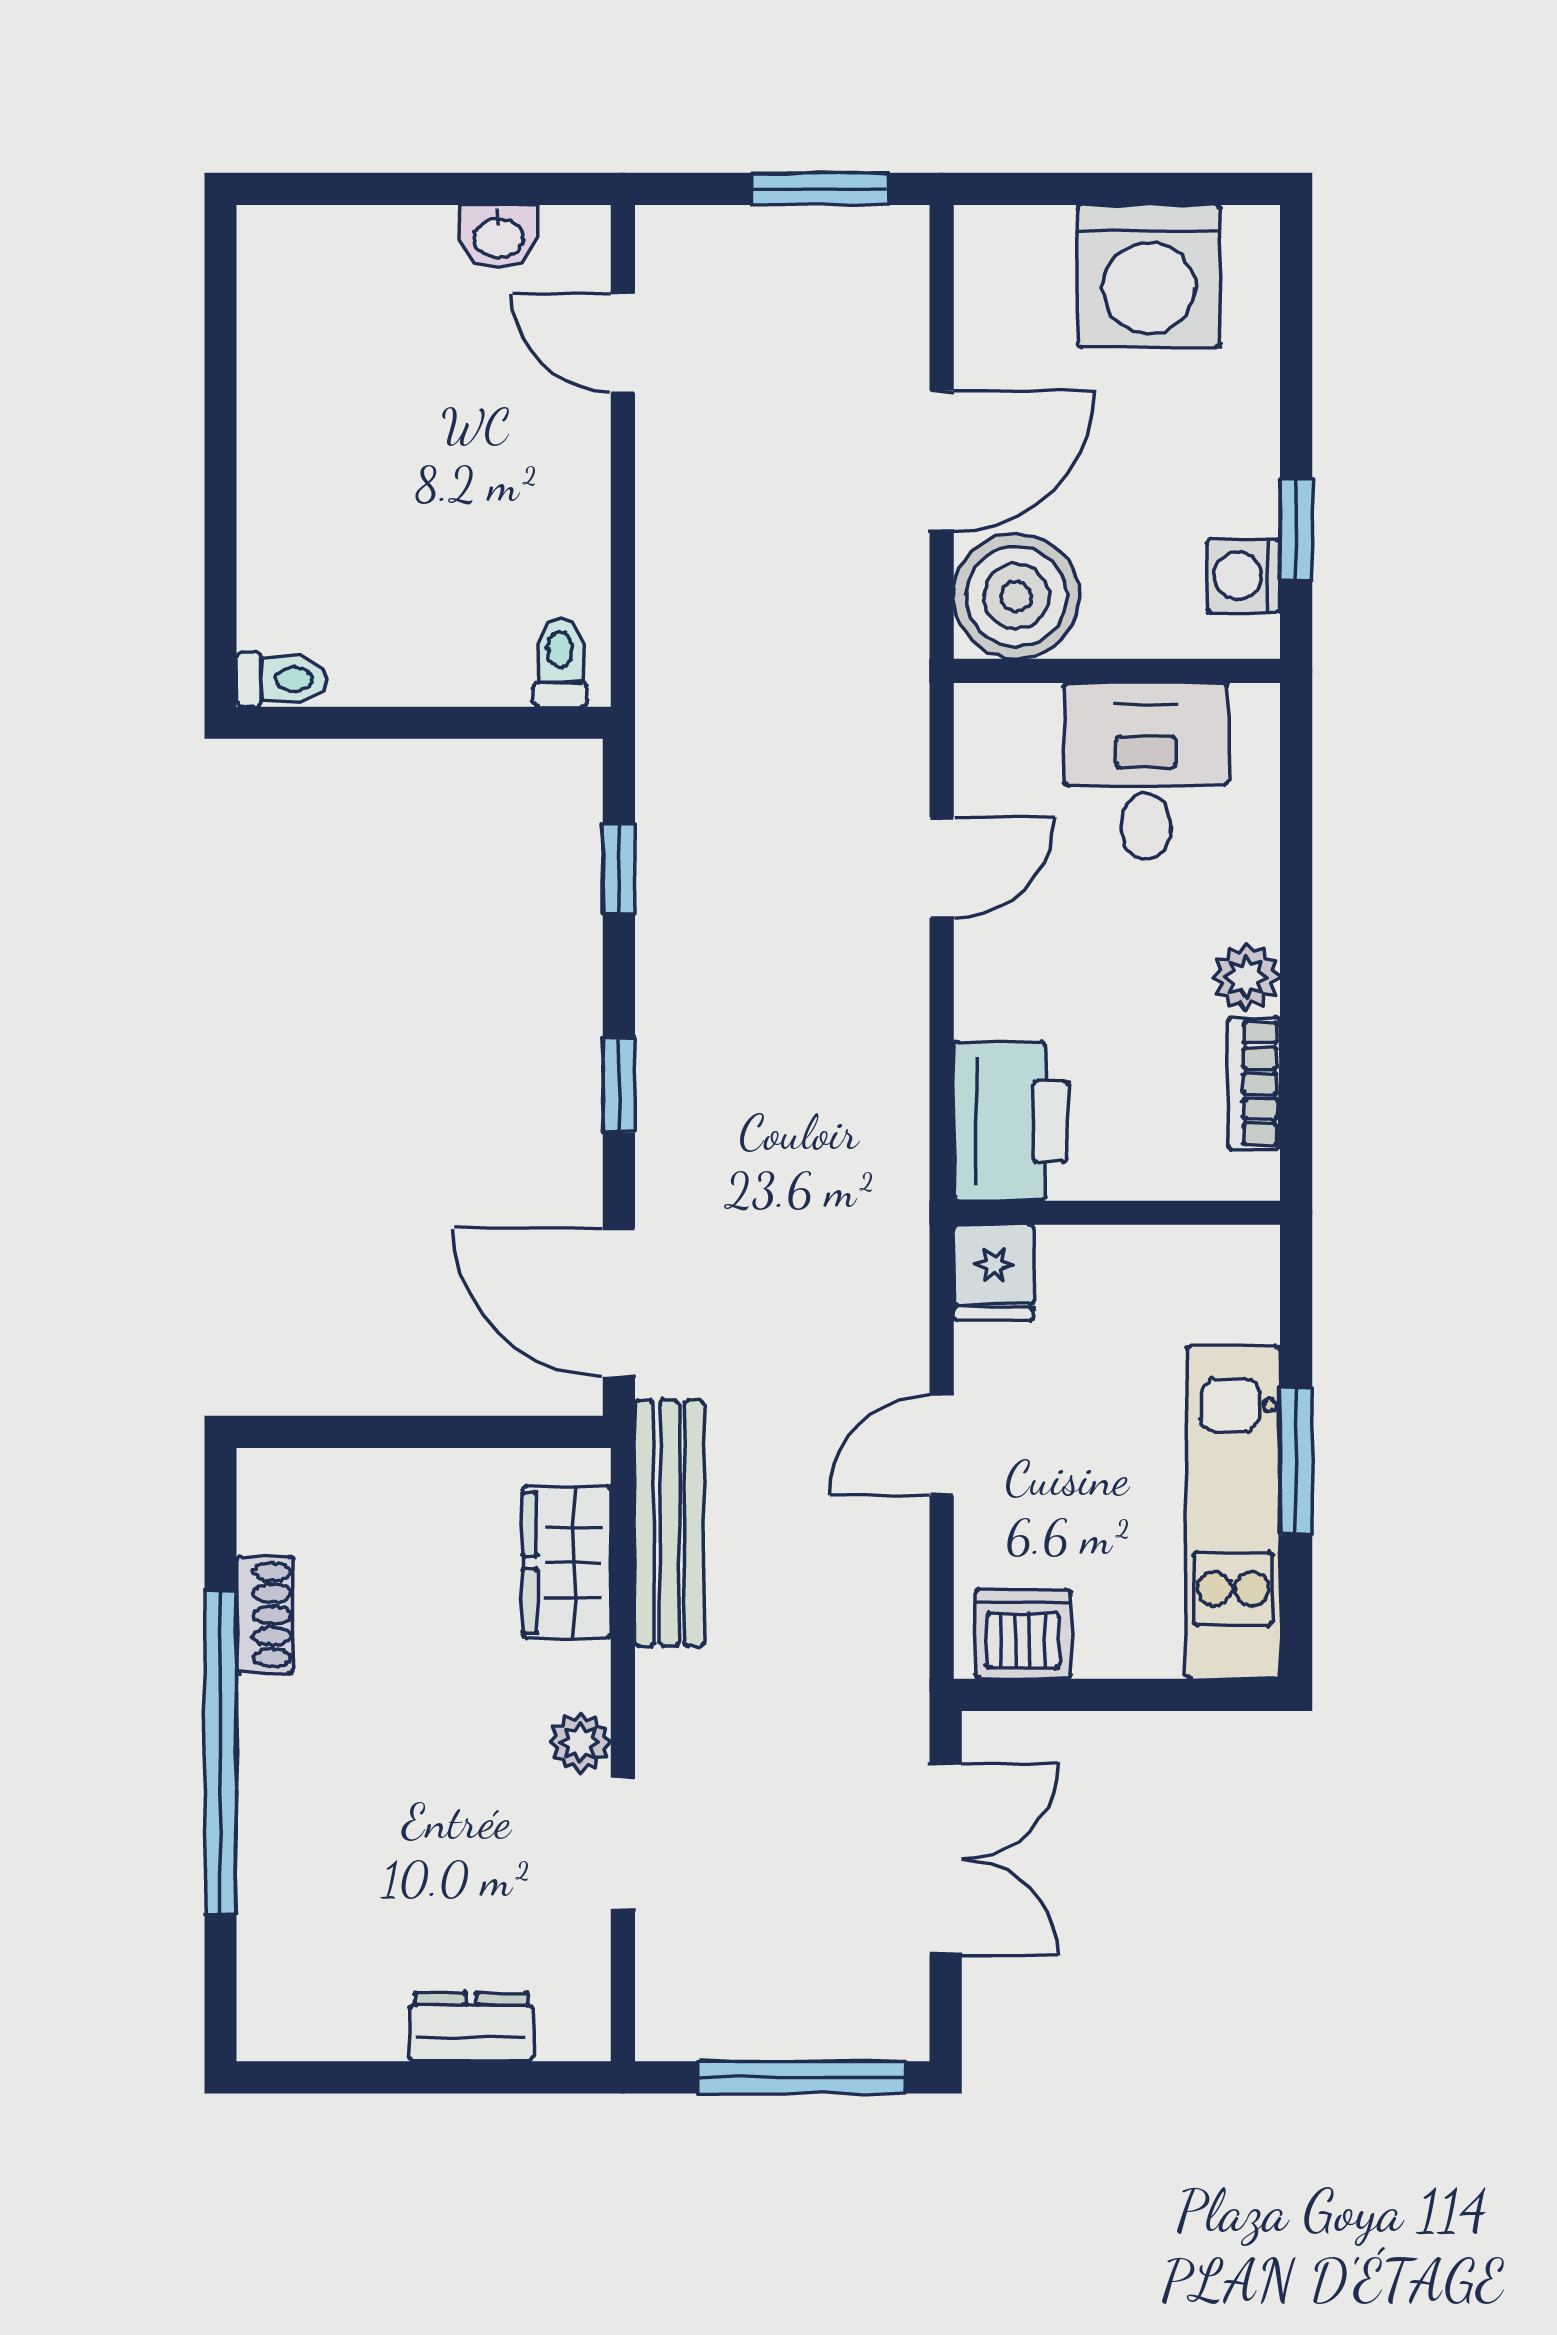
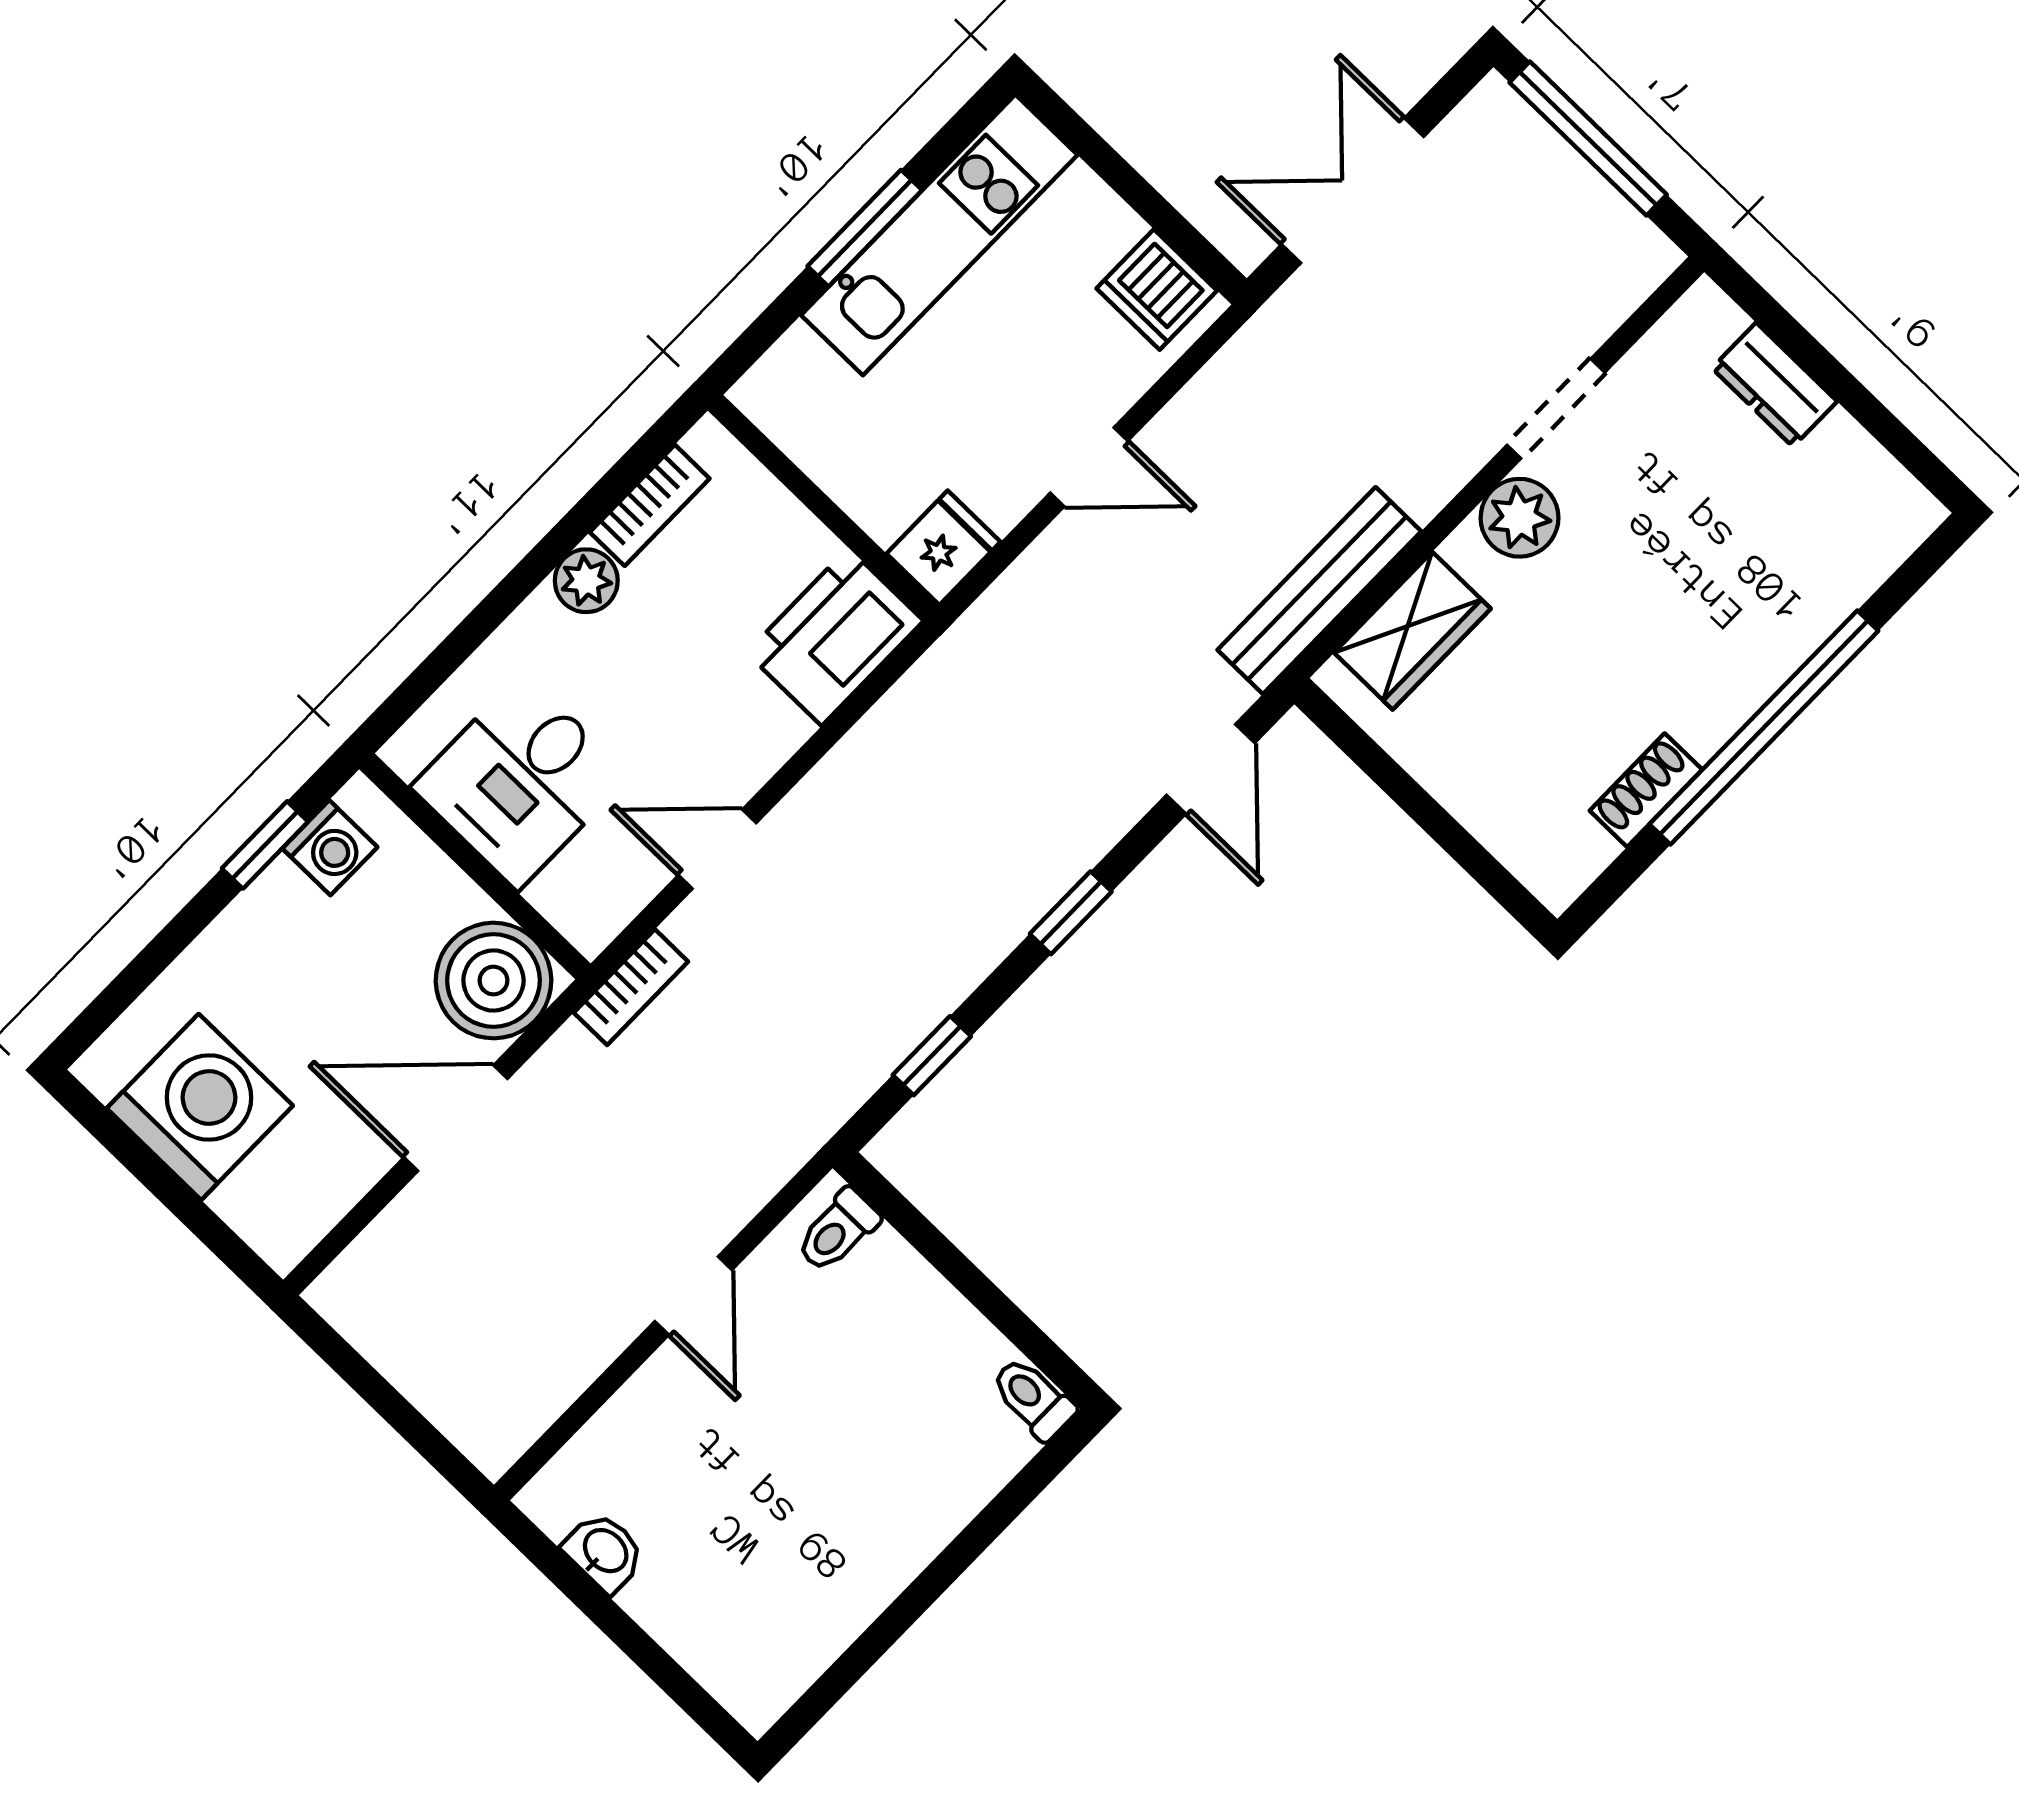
window: (819, 189) -> (362, 1377), removed
door: (623, 343) -> (693, 1296), moved
bookcase: (904, 695) -> (631, 987), added
door: (619, 1302) -> (1211, 769), width x0.73
plant: (580, 1742) -> (1520, 518), width x1.38, depth x1.38

